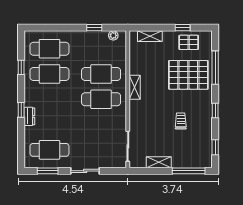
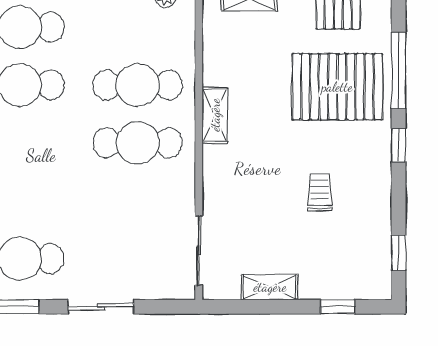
window: (215, 110) -> (399, 145), moved
window: (189, 171) -> (338, 307), width x0.46

